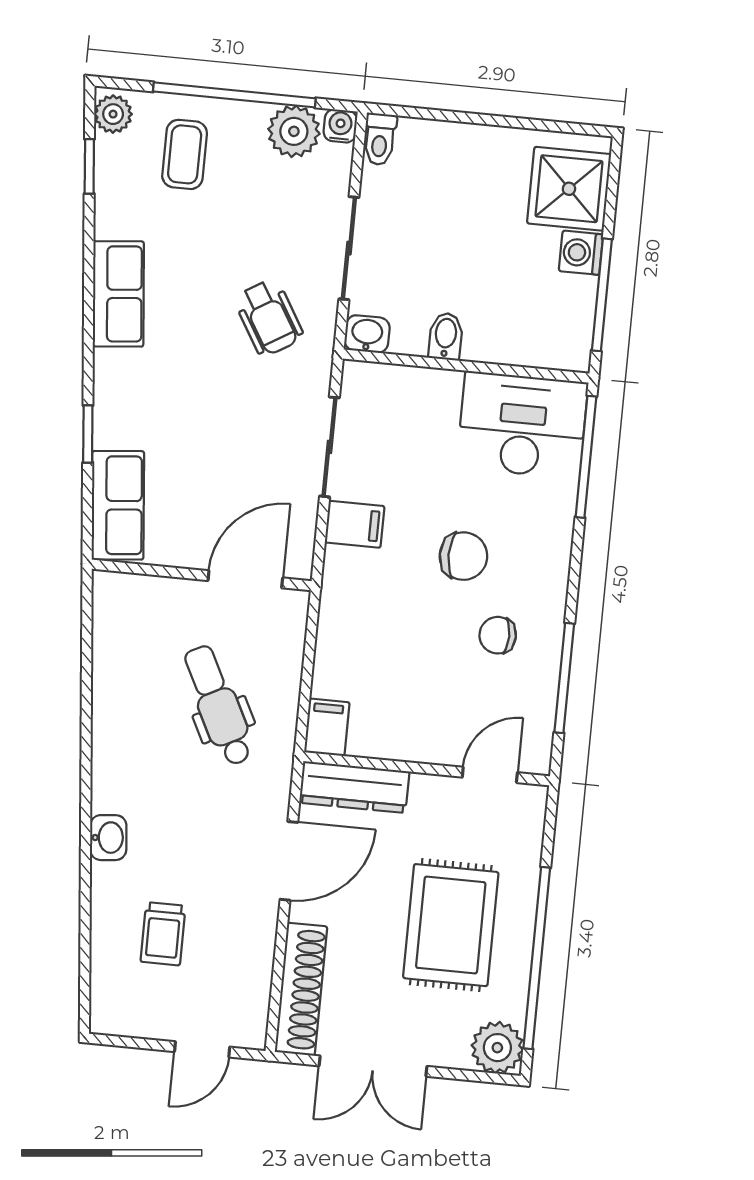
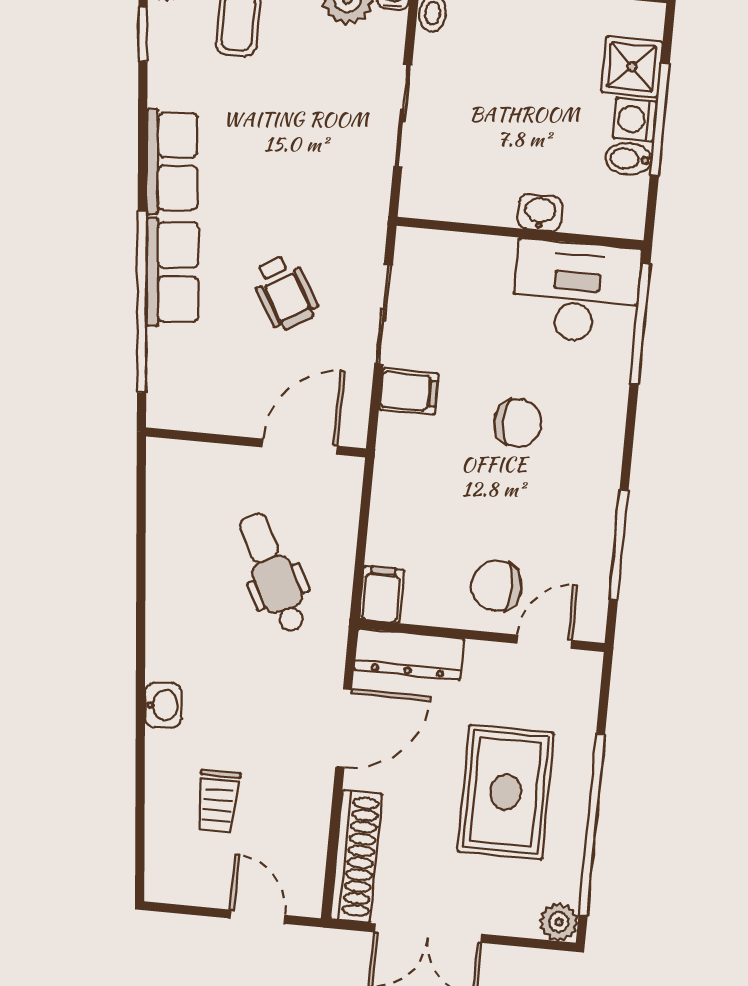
shower: (569, 189) -> (632, 67), width x0.73, depth x0.73
window: (602, 295) -> (660, 120), moved
wheelchair: (269, 318) -> (285, 292), moved
washbasin: (367, 334) -> (540, 213), moved
bidet: (446, 336) -> (628, 159), moved, turned -90
window: (88, 434) -> (142, 302), width x3.17
row of seats: (118, 505) -> (172, 272), moved
chair: (498, 635) -> (497, 586), moved, width x1.37, depth x1.37
plant: (497, 1048) -> (559, 922), width x0.73, depth x0.73
door: (202, 1049) -> (257, 917), swing flipped

